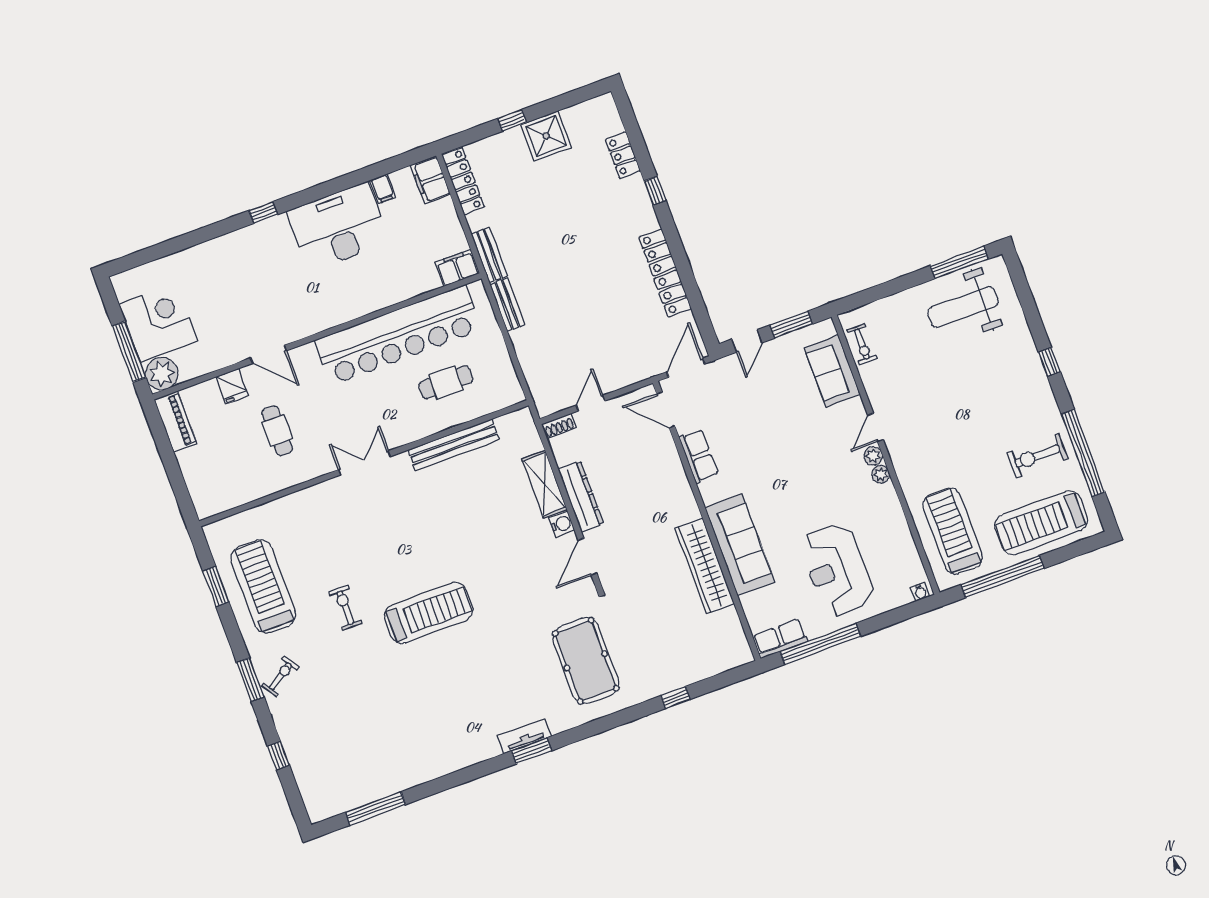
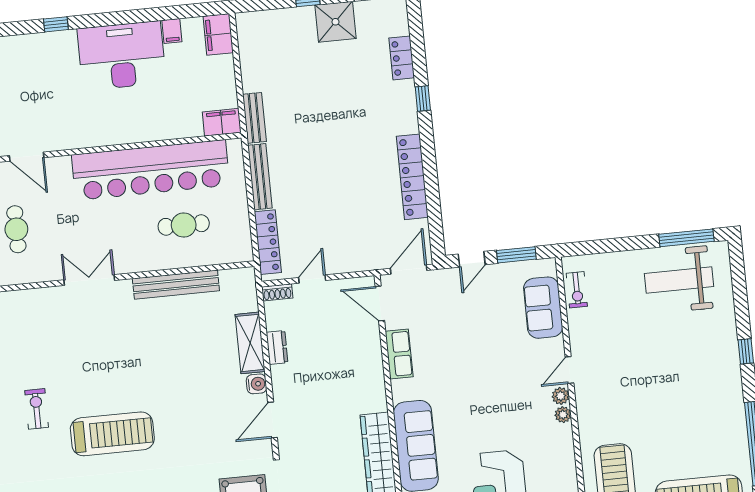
locker: (463, 181) -> (268, 242), moved
bench: (507, 305) -> (260, 177), width x1.36
exercise bike: (1037, 456) -> (712, 435), removed
dresser: (581, 496) -> (277, 347), width x0.51, depth x0.80

